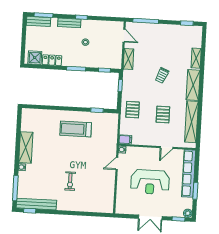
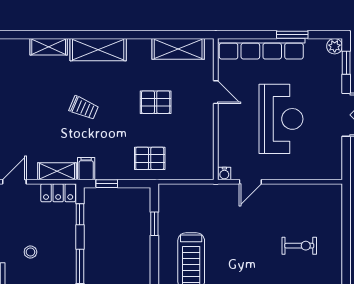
locker: (117, 59) -> (58, 193), added
shelving: (191, 122) -> (178, 49), width x0.68
filing cabinet: (125, 140) -> (86, 169), moved
door: (117, 163) -> (250, 182), hinge flipped
exercise bike: (70, 181) -> (299, 246), moved

